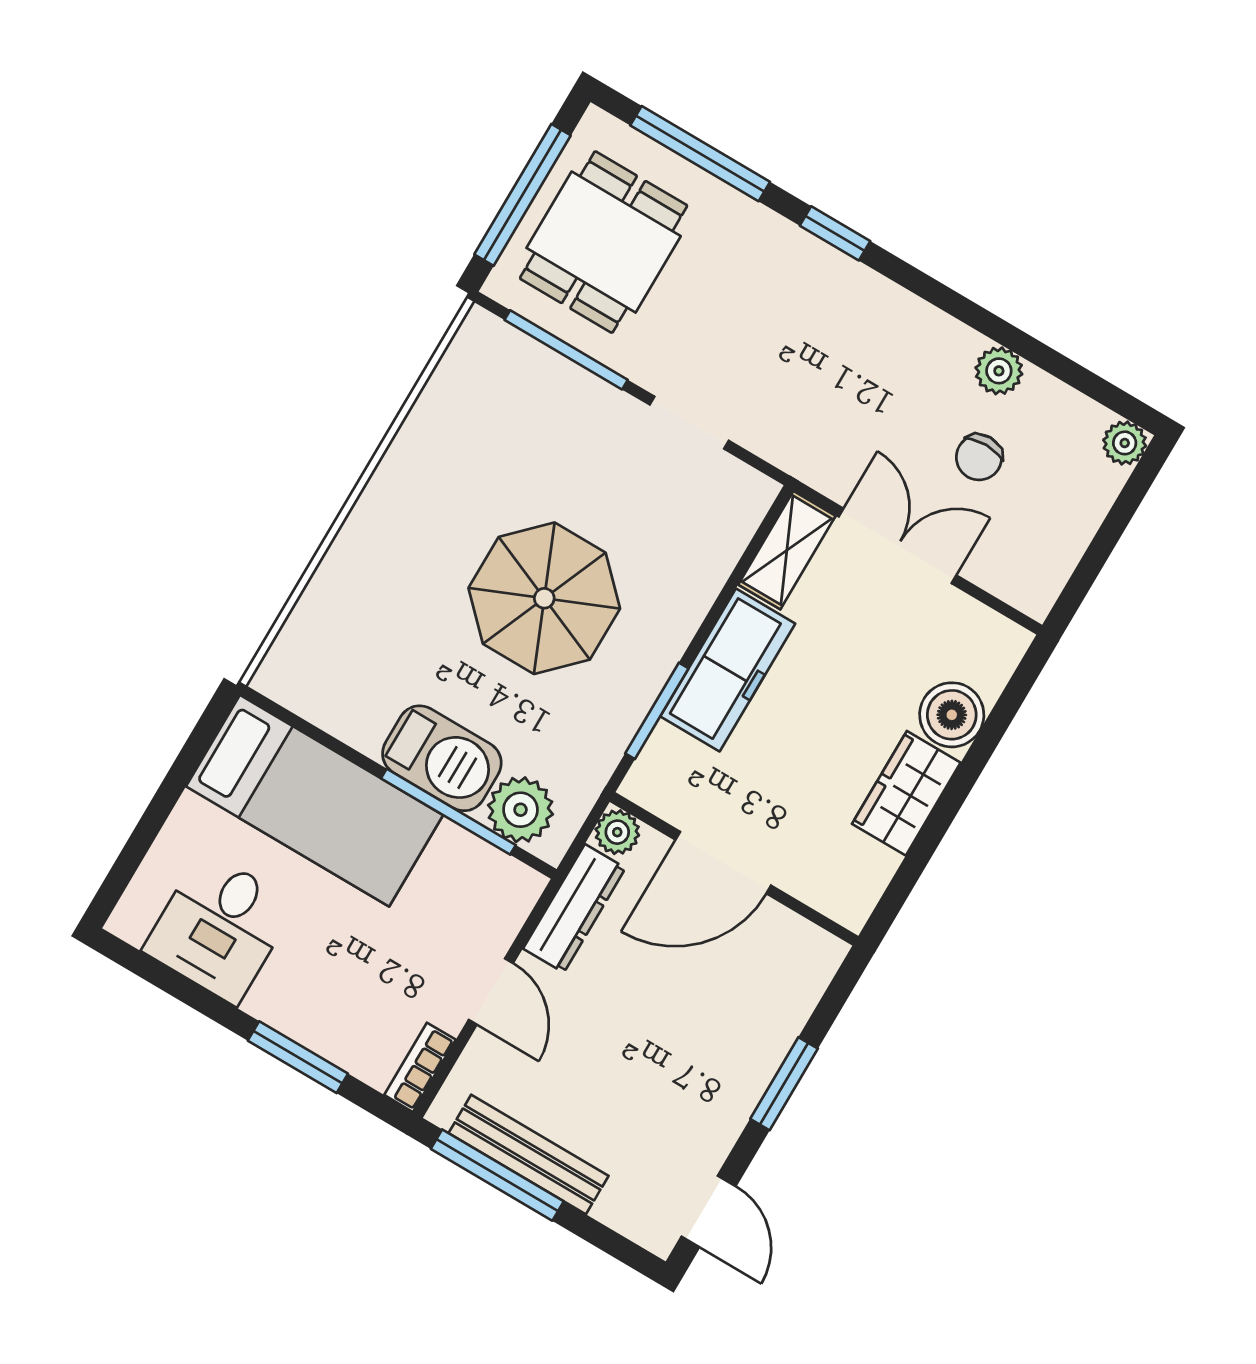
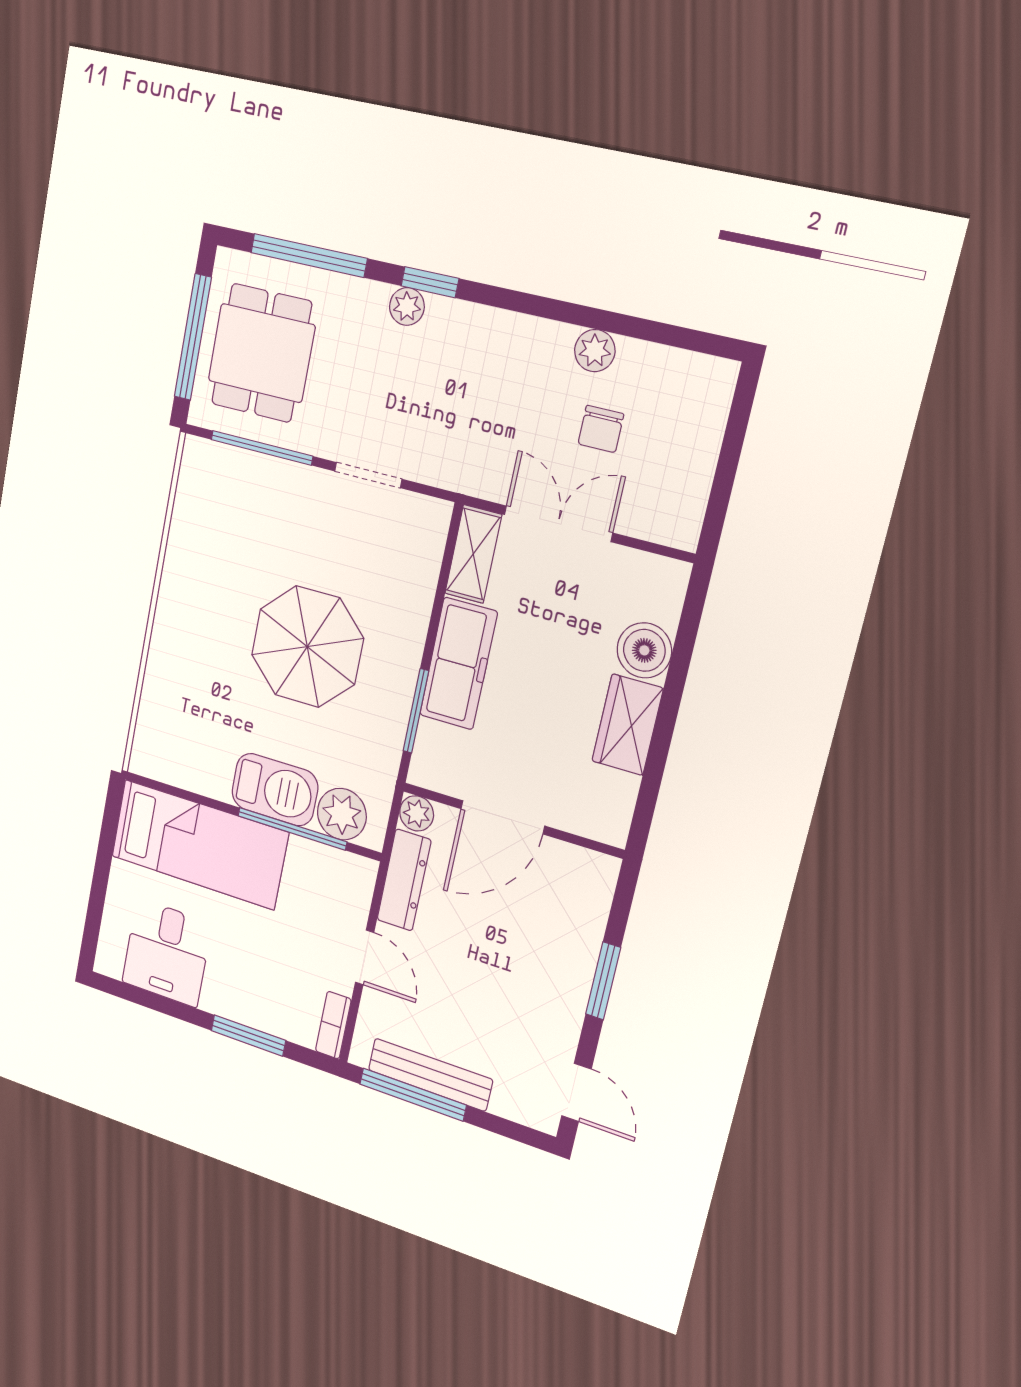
plant: (1125, 443) -> (407, 306), moved

